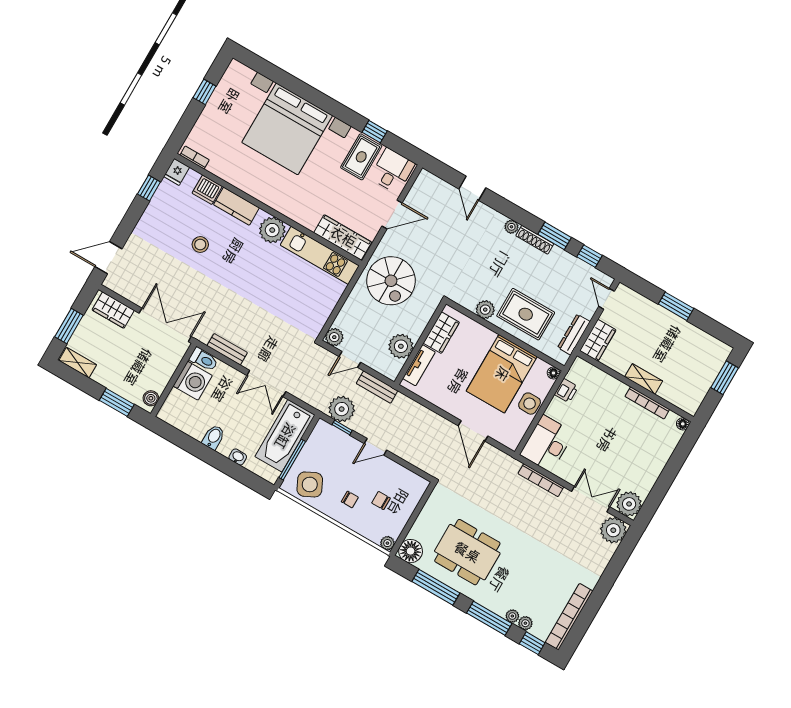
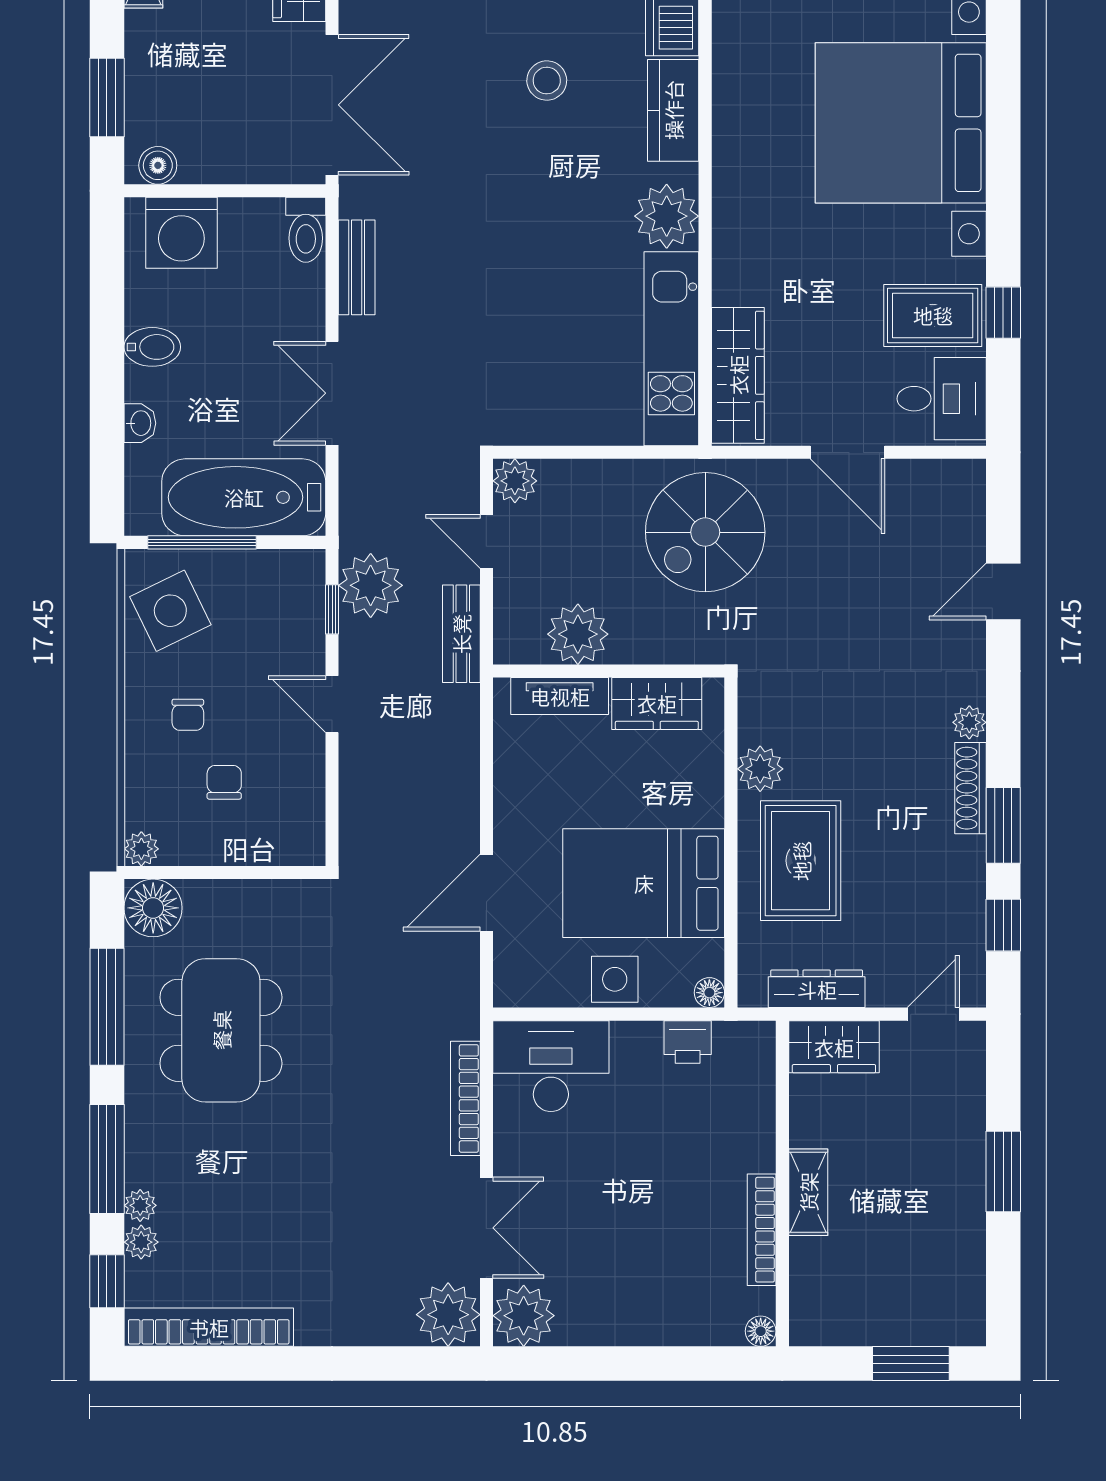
washing machine: (193, 381) -> (181, 233), moved

